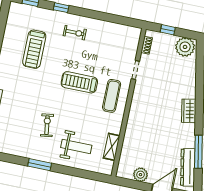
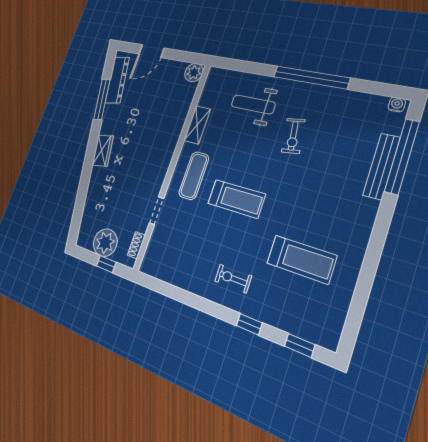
plant: (185, 47) -> (105, 243), moved
treadmill: (34, 49) -> (301, 259), turned 90
shelving: (112, 147) -> (197, 125), moved
window: (40, 165) -> (311, 77), width x2.11
plant: (140, 175) -> (194, 73), moved

